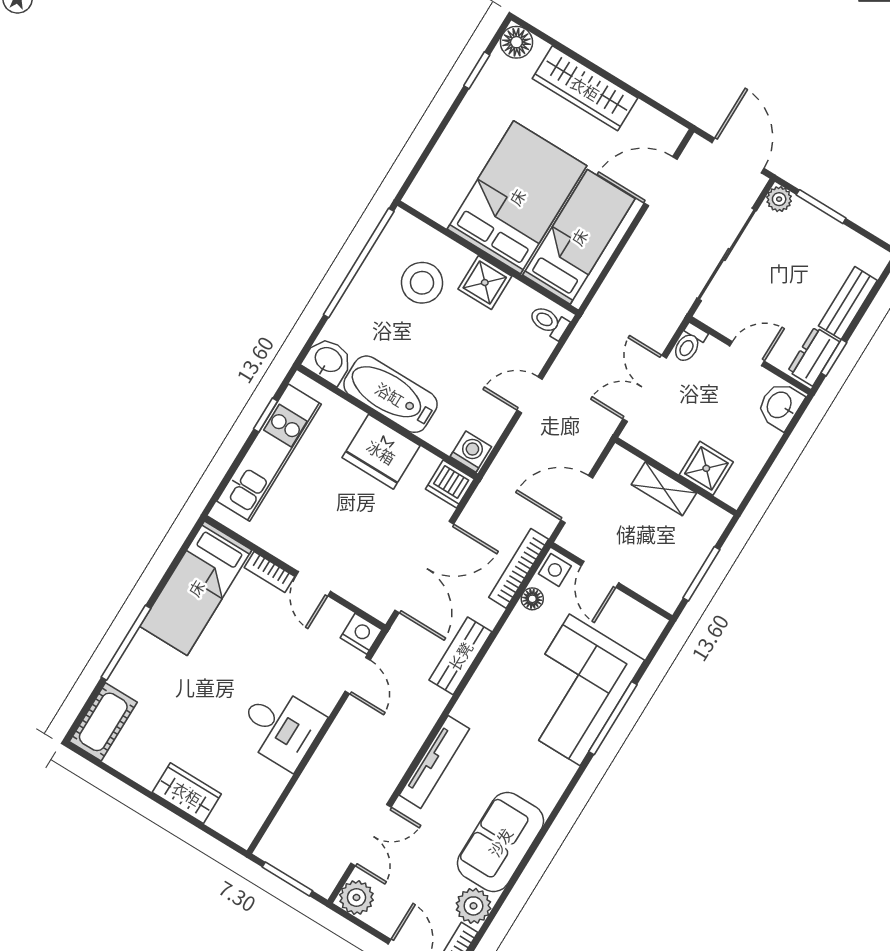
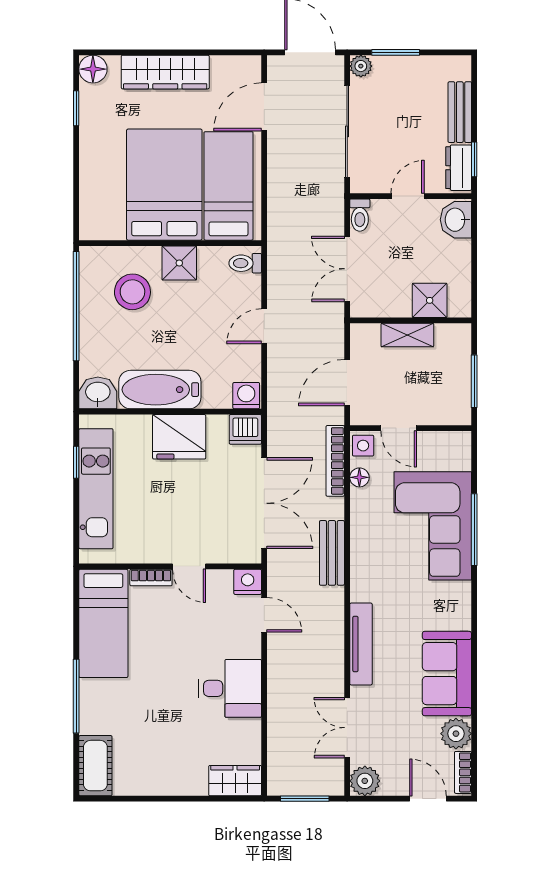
wardrobe: (187, 793) -> (235, 781), moved
double door: (371, 835) -> (347, 728), swing flipped

